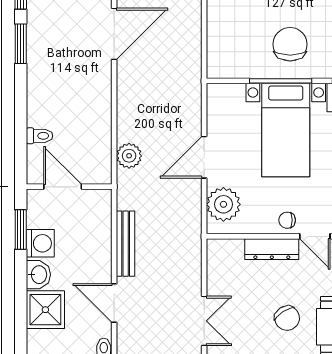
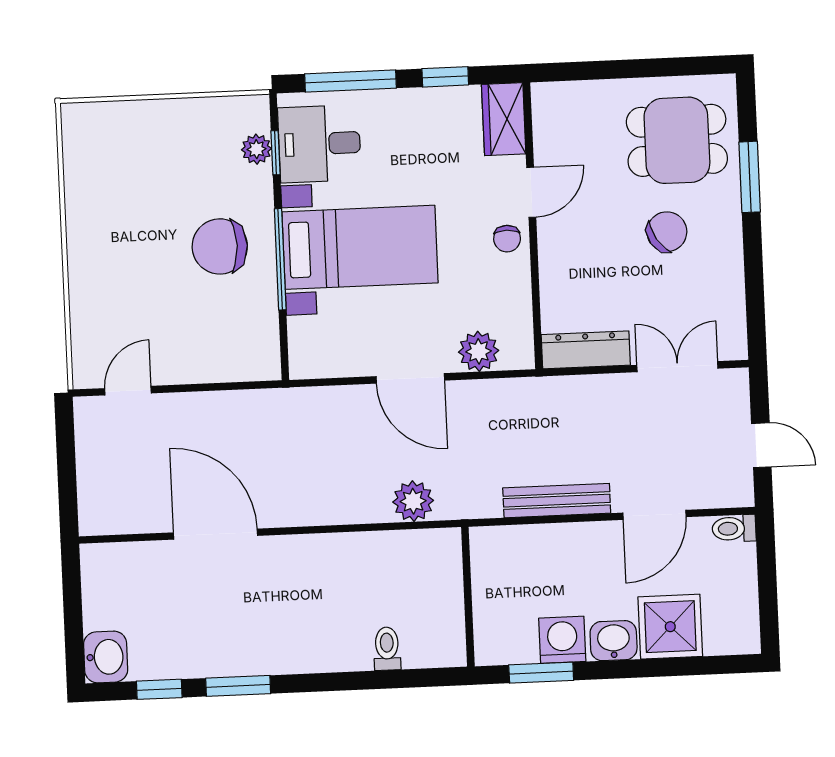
door: (63, 187) -> (468, 607), removed
plant: (223, 204) -> (479, 351), width x0.73, depth x0.73
dresser: (272, 249) -> (586, 350), moved, turned -90

